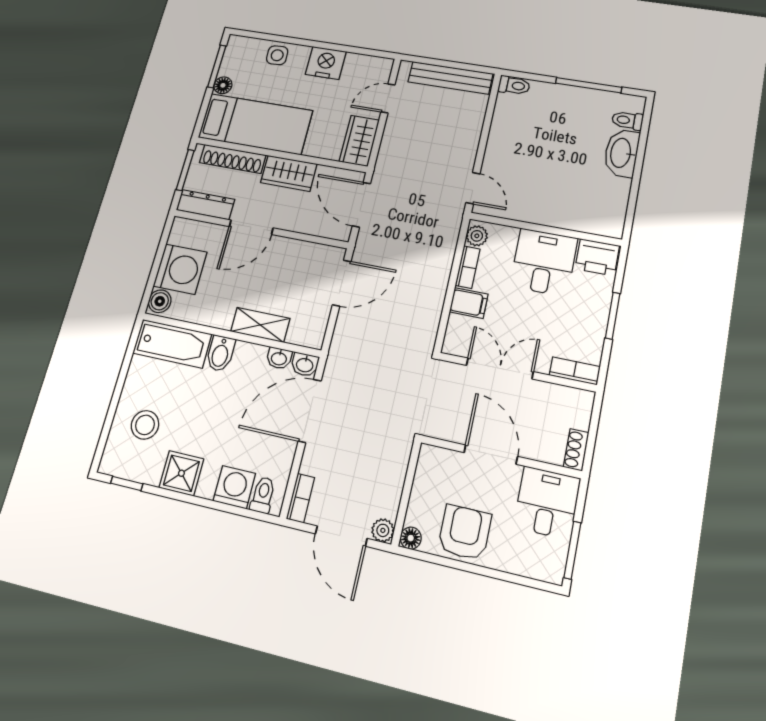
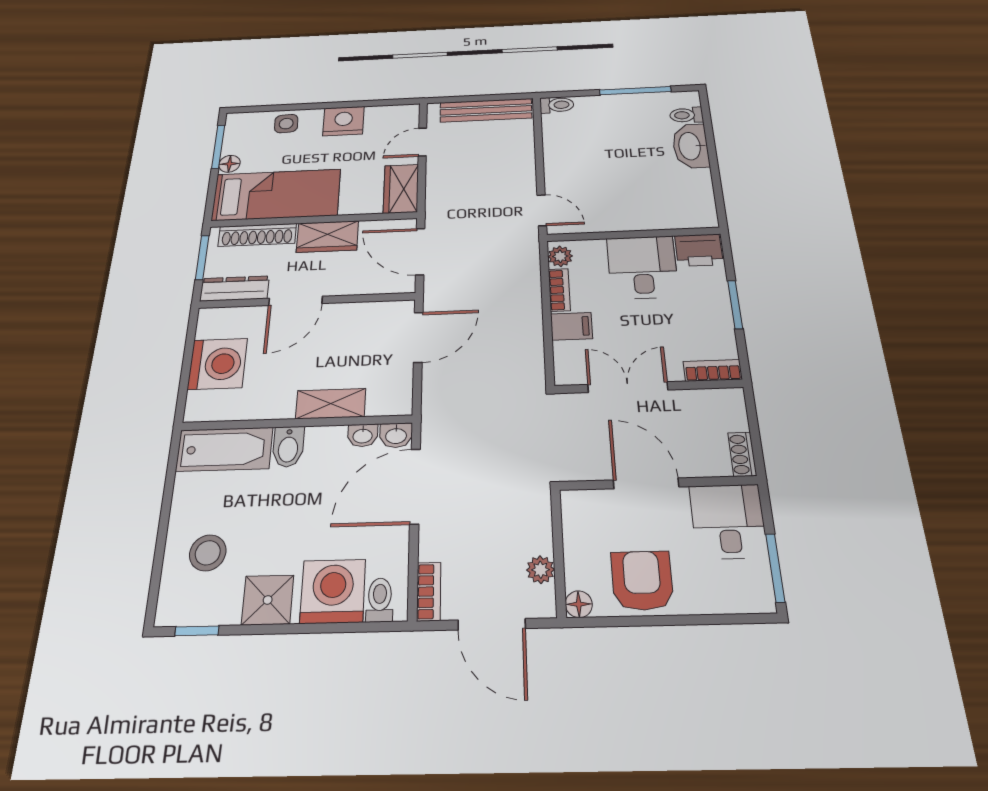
boiler: (160, 301) -> (199, 405), removed
washing machine: (234, 487) -> (333, 591), width x1.37, depth x1.37
plant: (383, 530) -> (541, 570), moved

